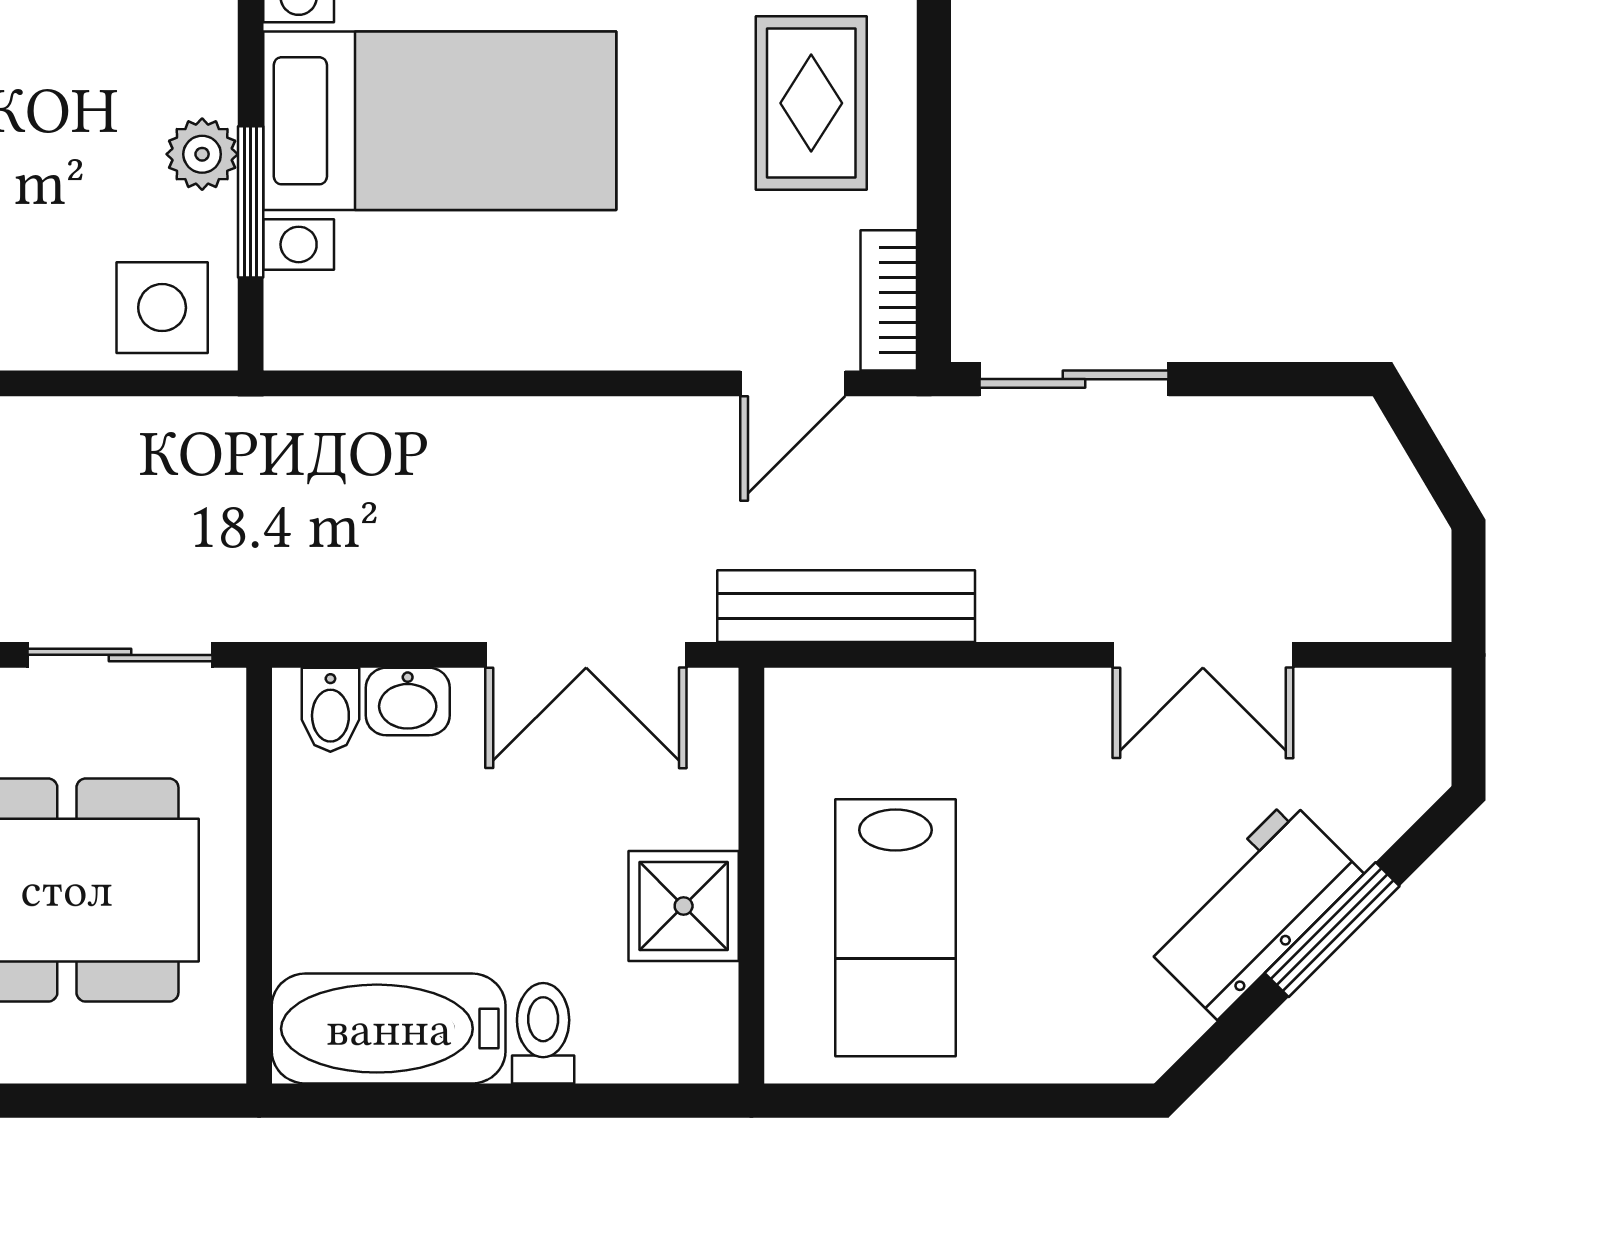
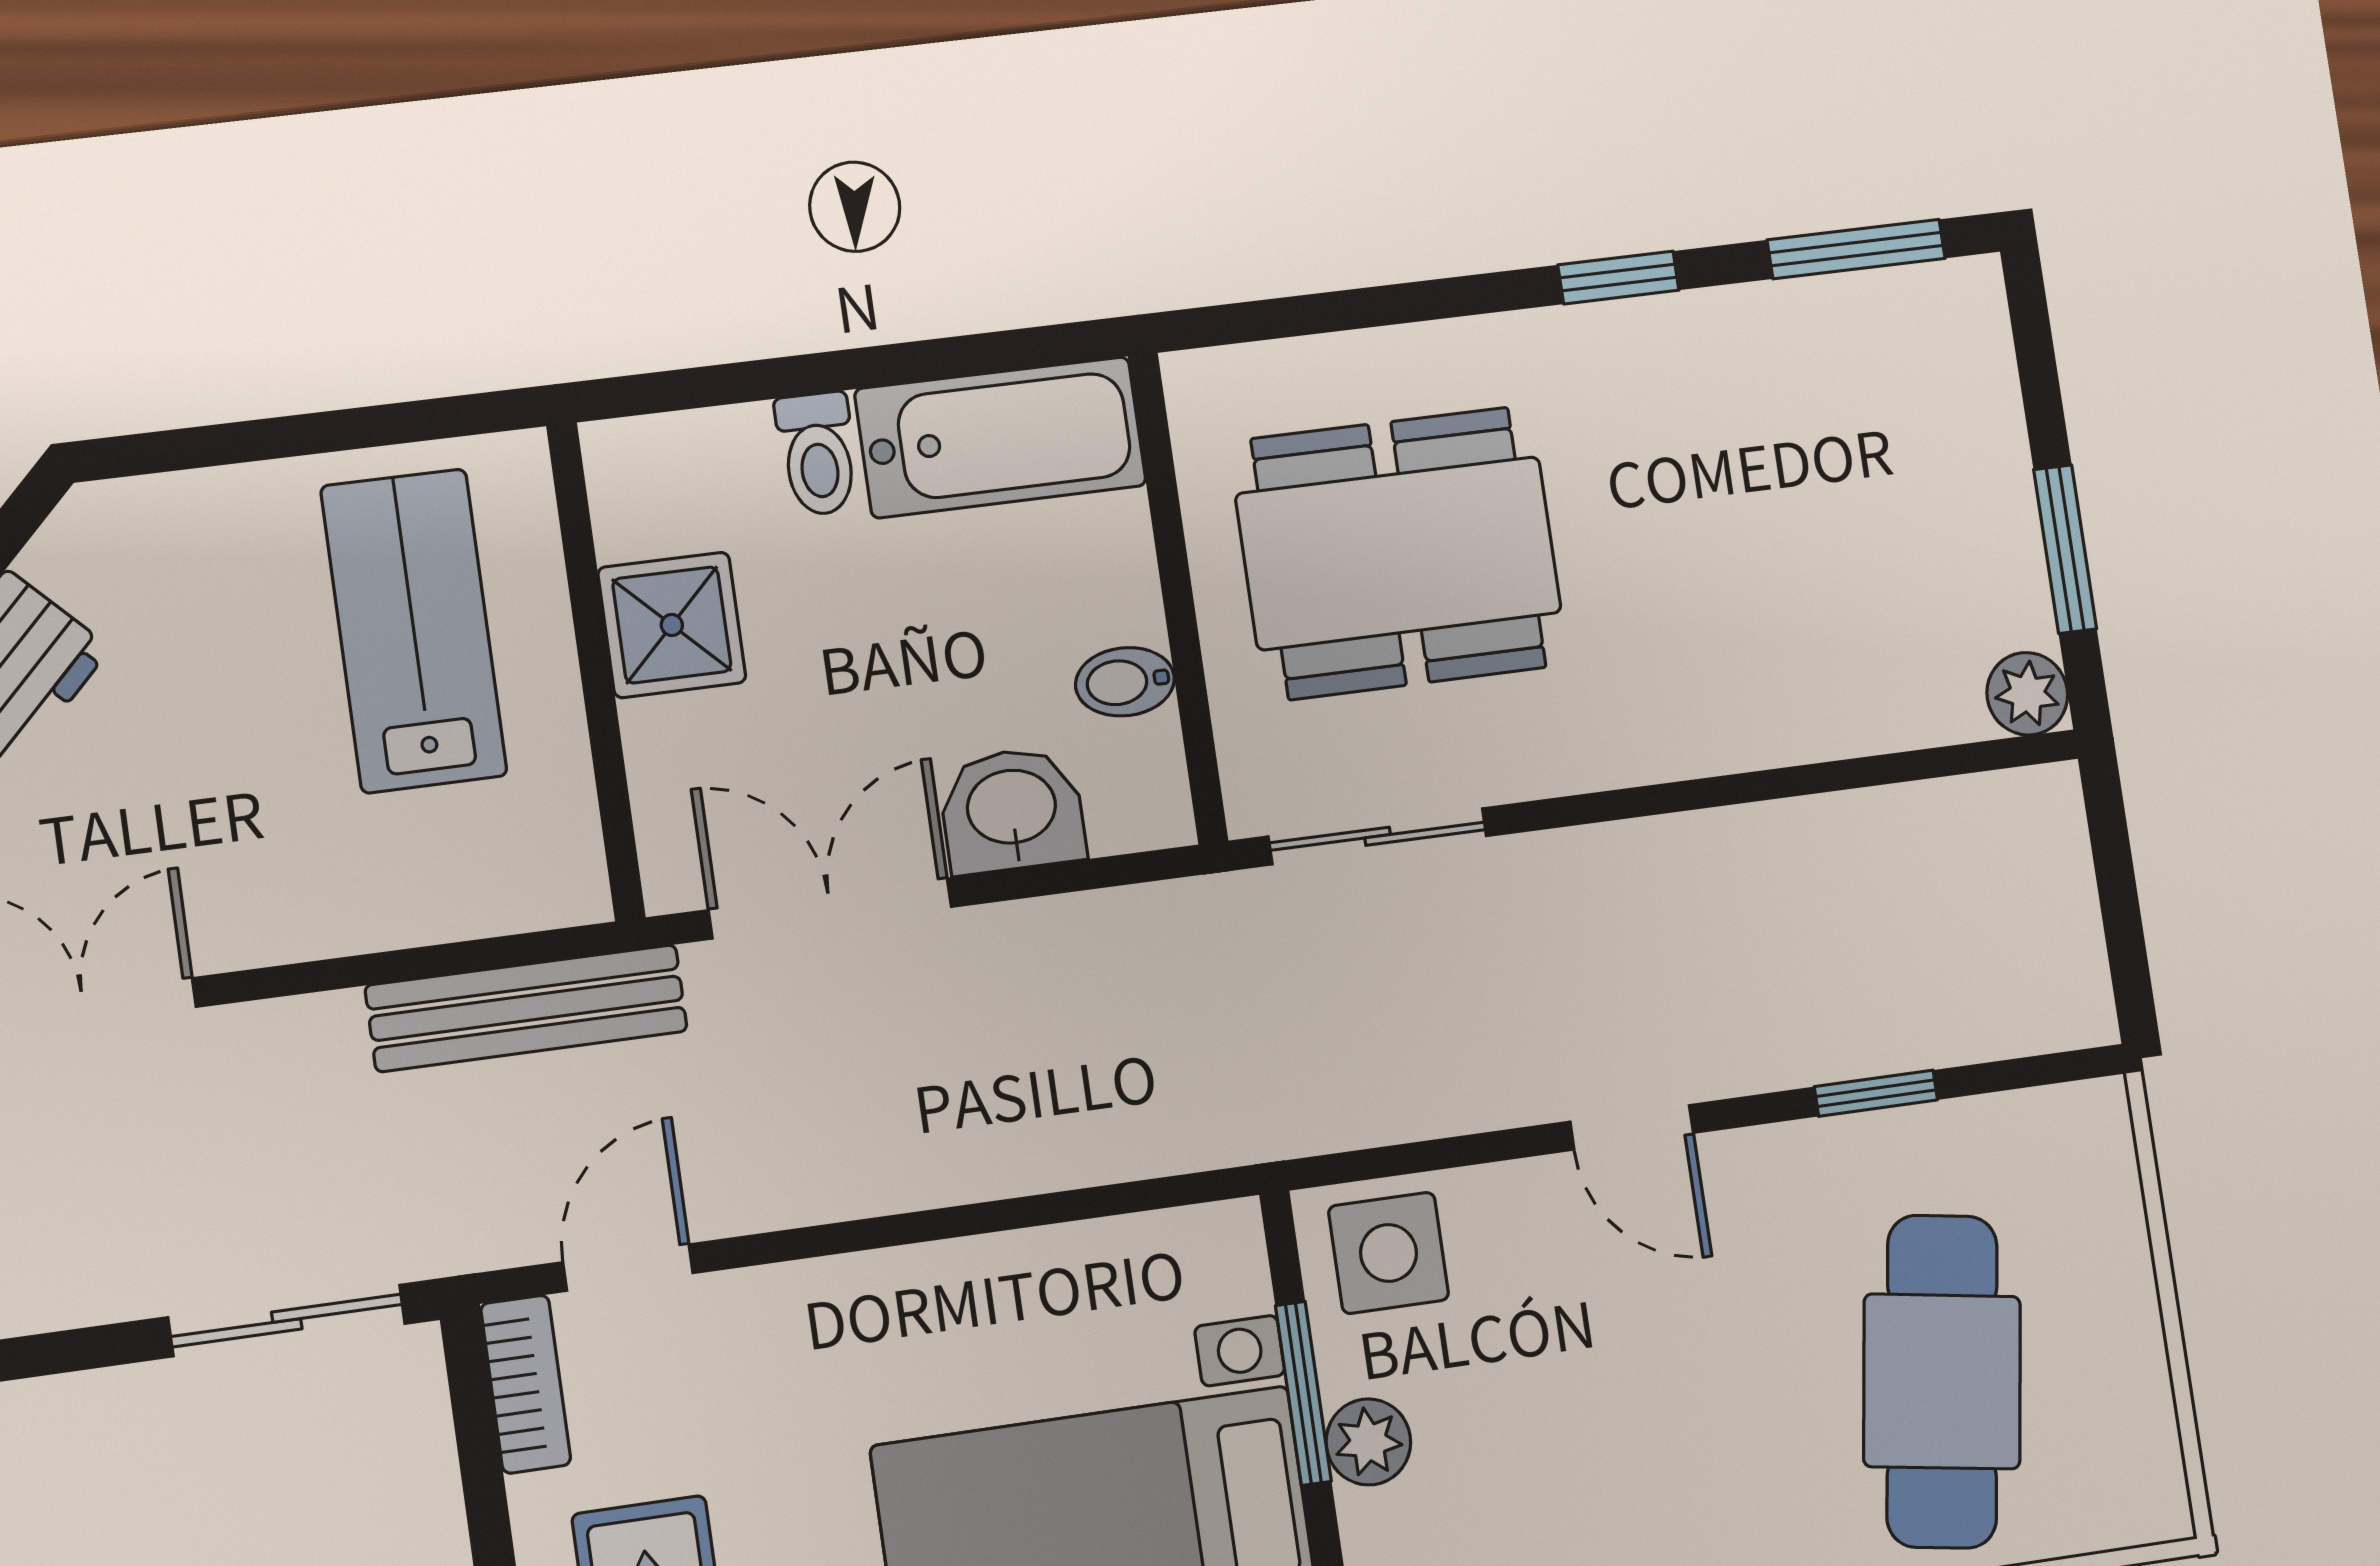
washbasin: (408, 702) -> (1012, 810), width x1.38, depth x1.45
bidet: (330, 710) -> (1125, 682), moved, turned -90

